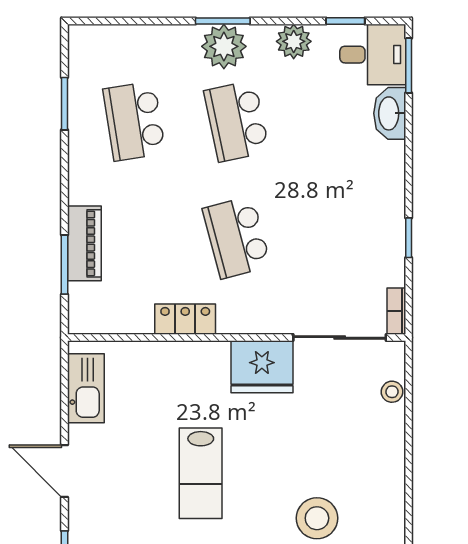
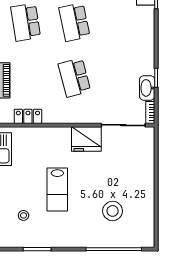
washbasin: (390, 113) -> (147, 88), moved
locker: (185, 319) -> (28, 116), moved
stool: (392, 392) -> (24, 215), moved

